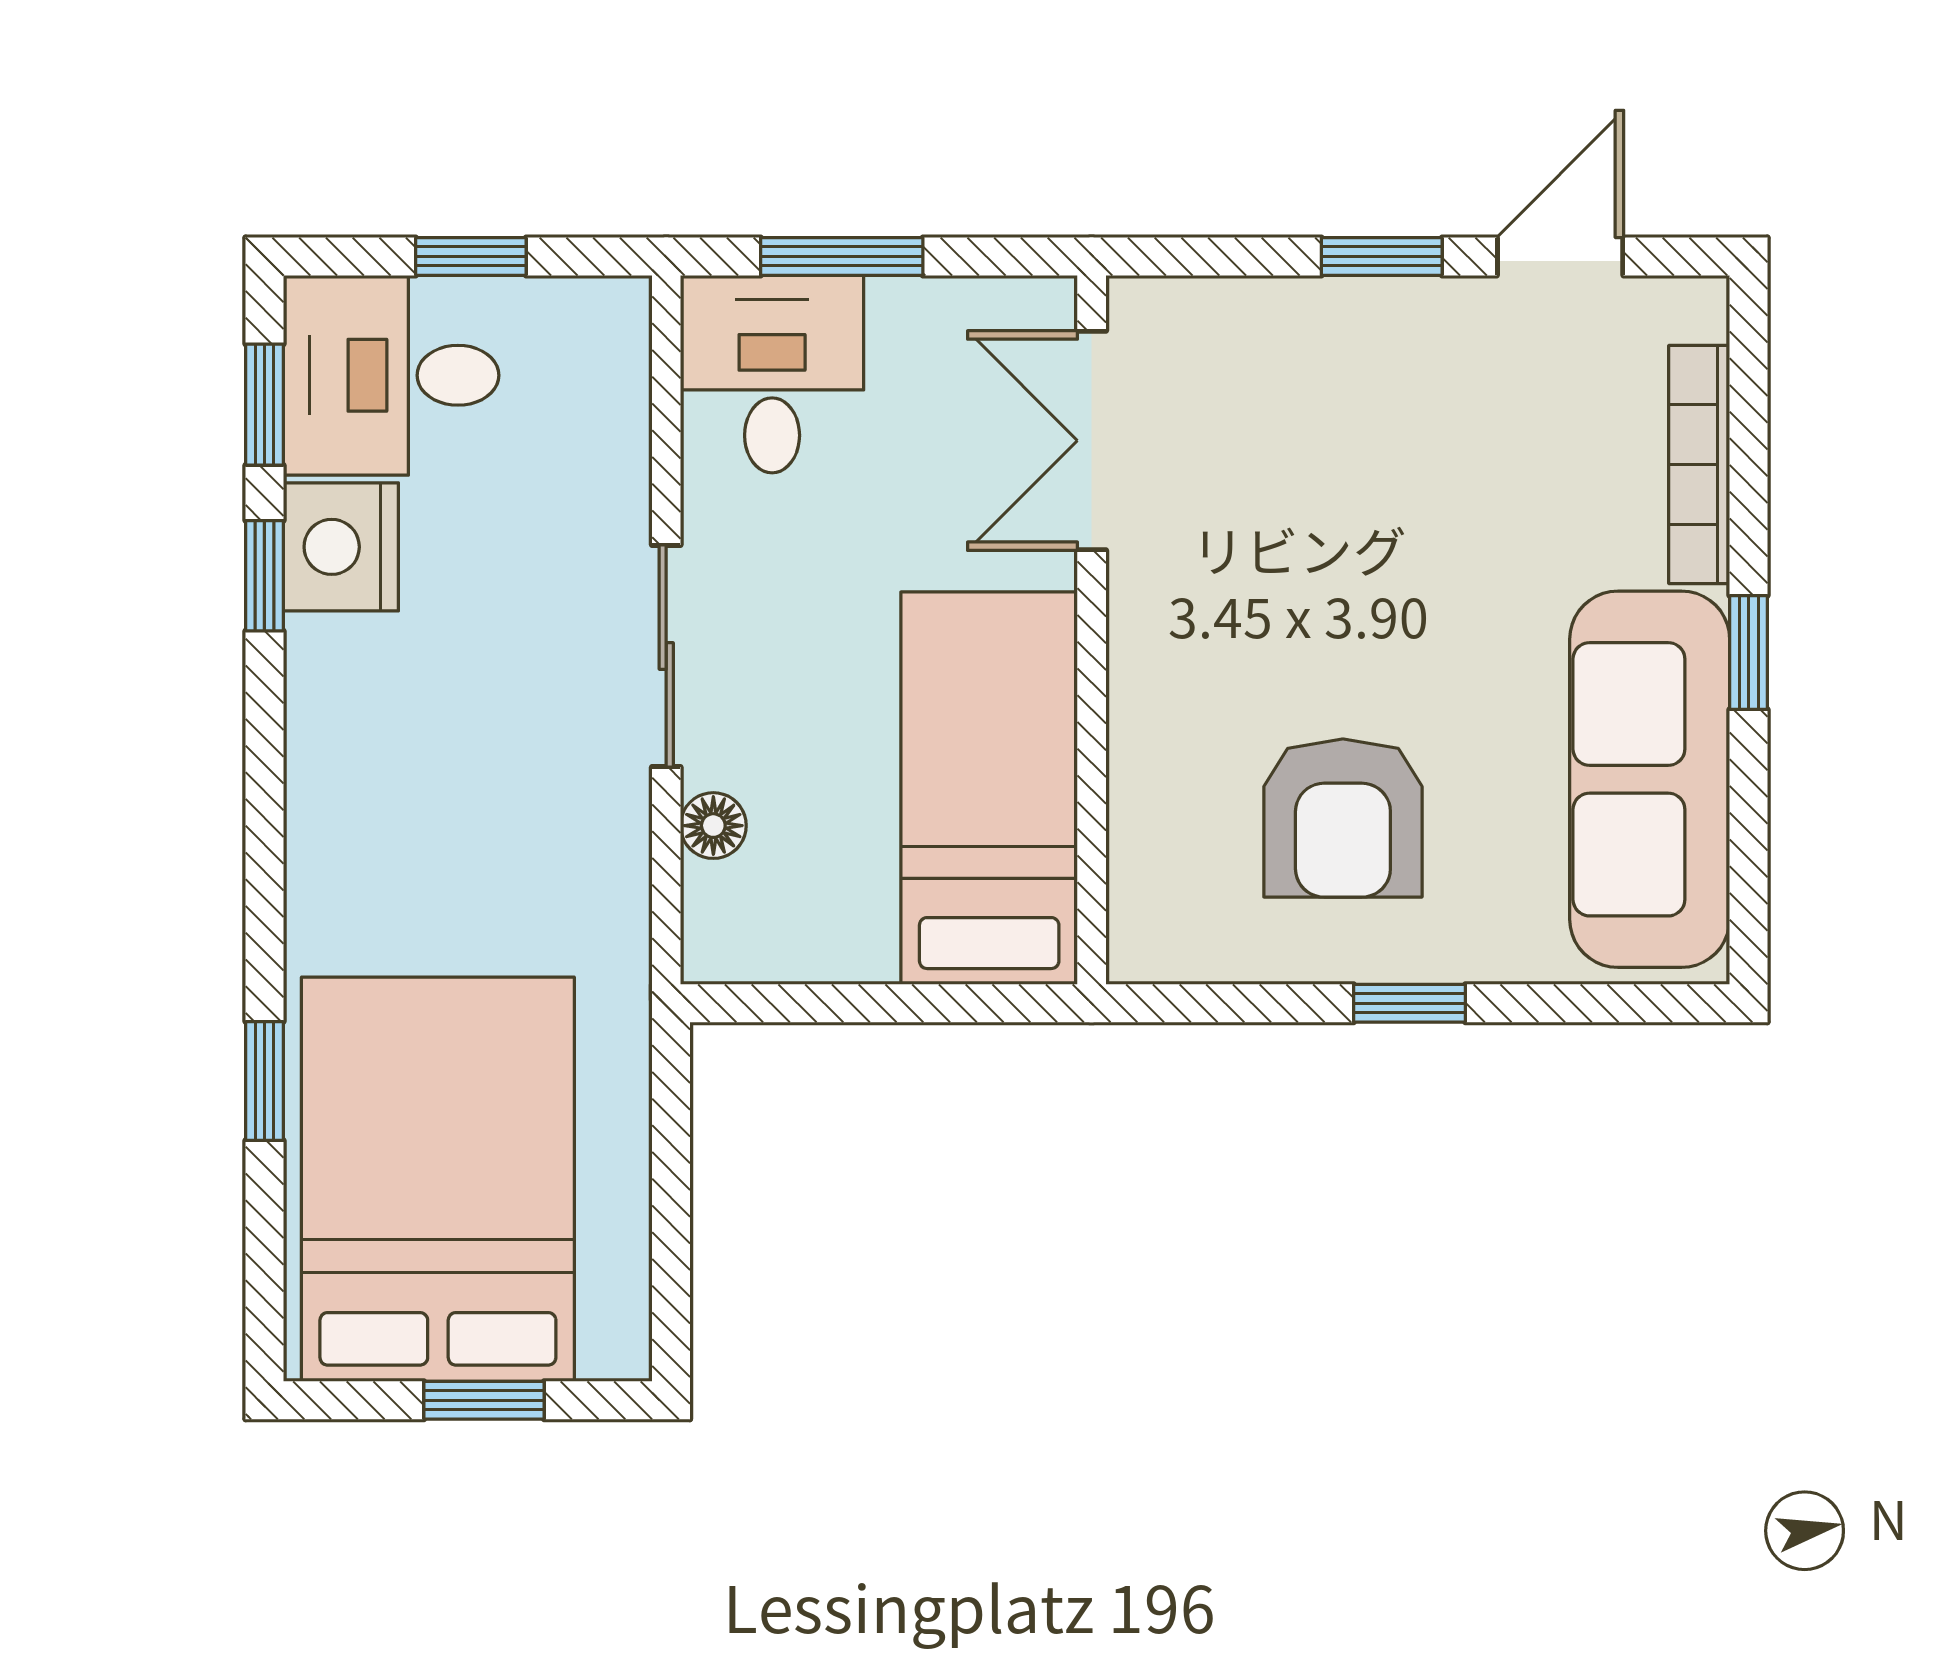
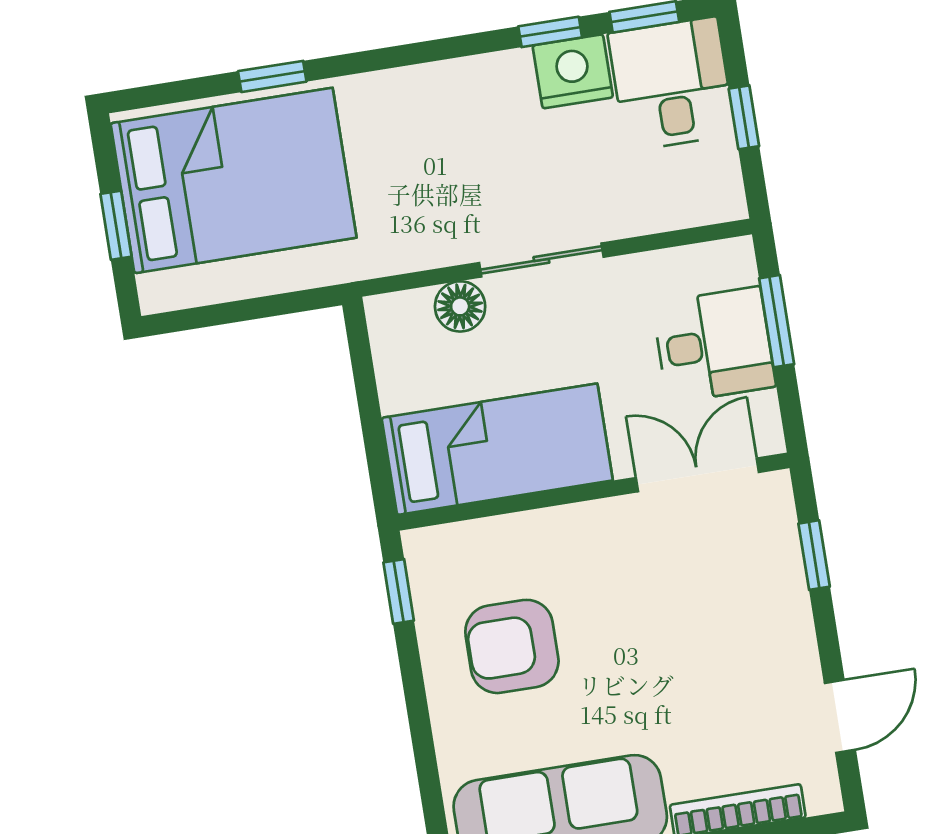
window: (1382, 256) -> (814, 555), moved
door: (1560, 256) -> (840, 716), hinge flipped
desk: (772, 374) -> (714, 345), moved
floor lamp: (713, 826) -> (460, 306), width x1.37, depth x1.37
window: (1409, 1003) -> (399, 591), moved

